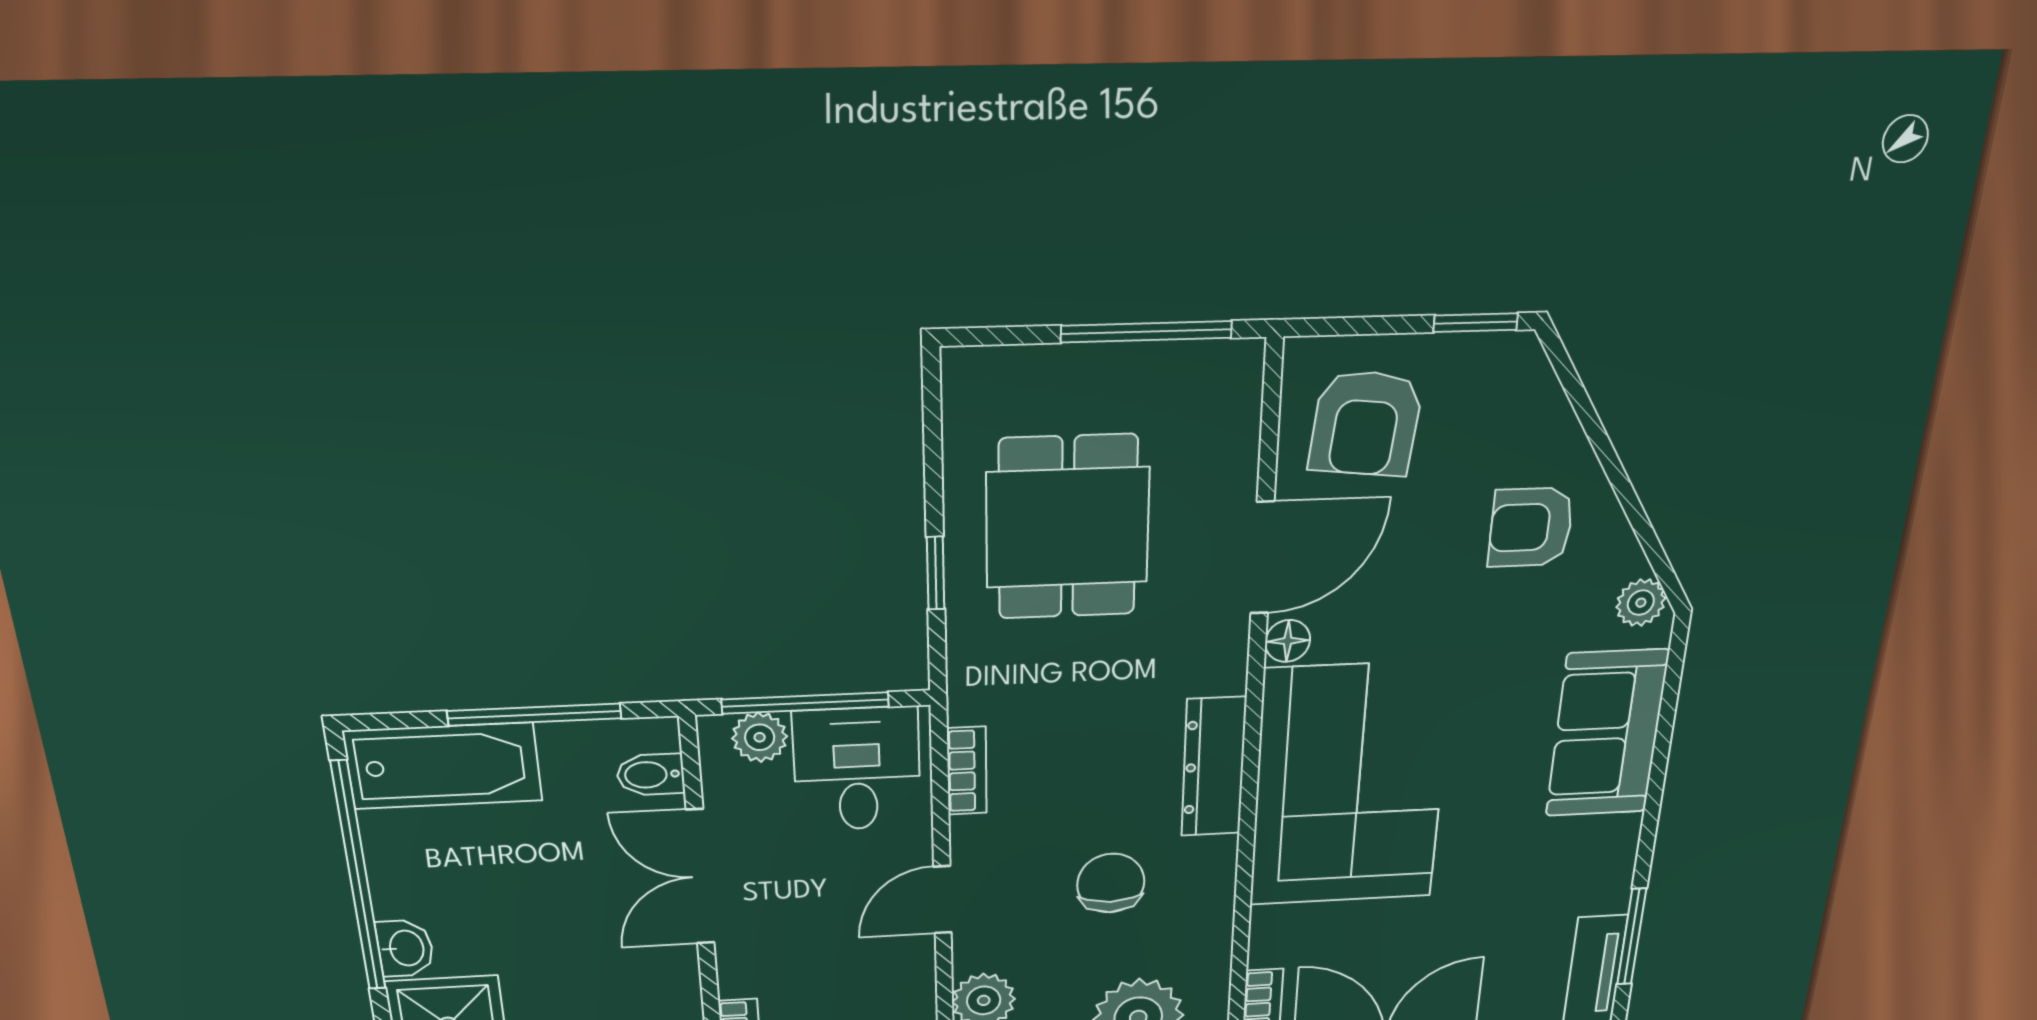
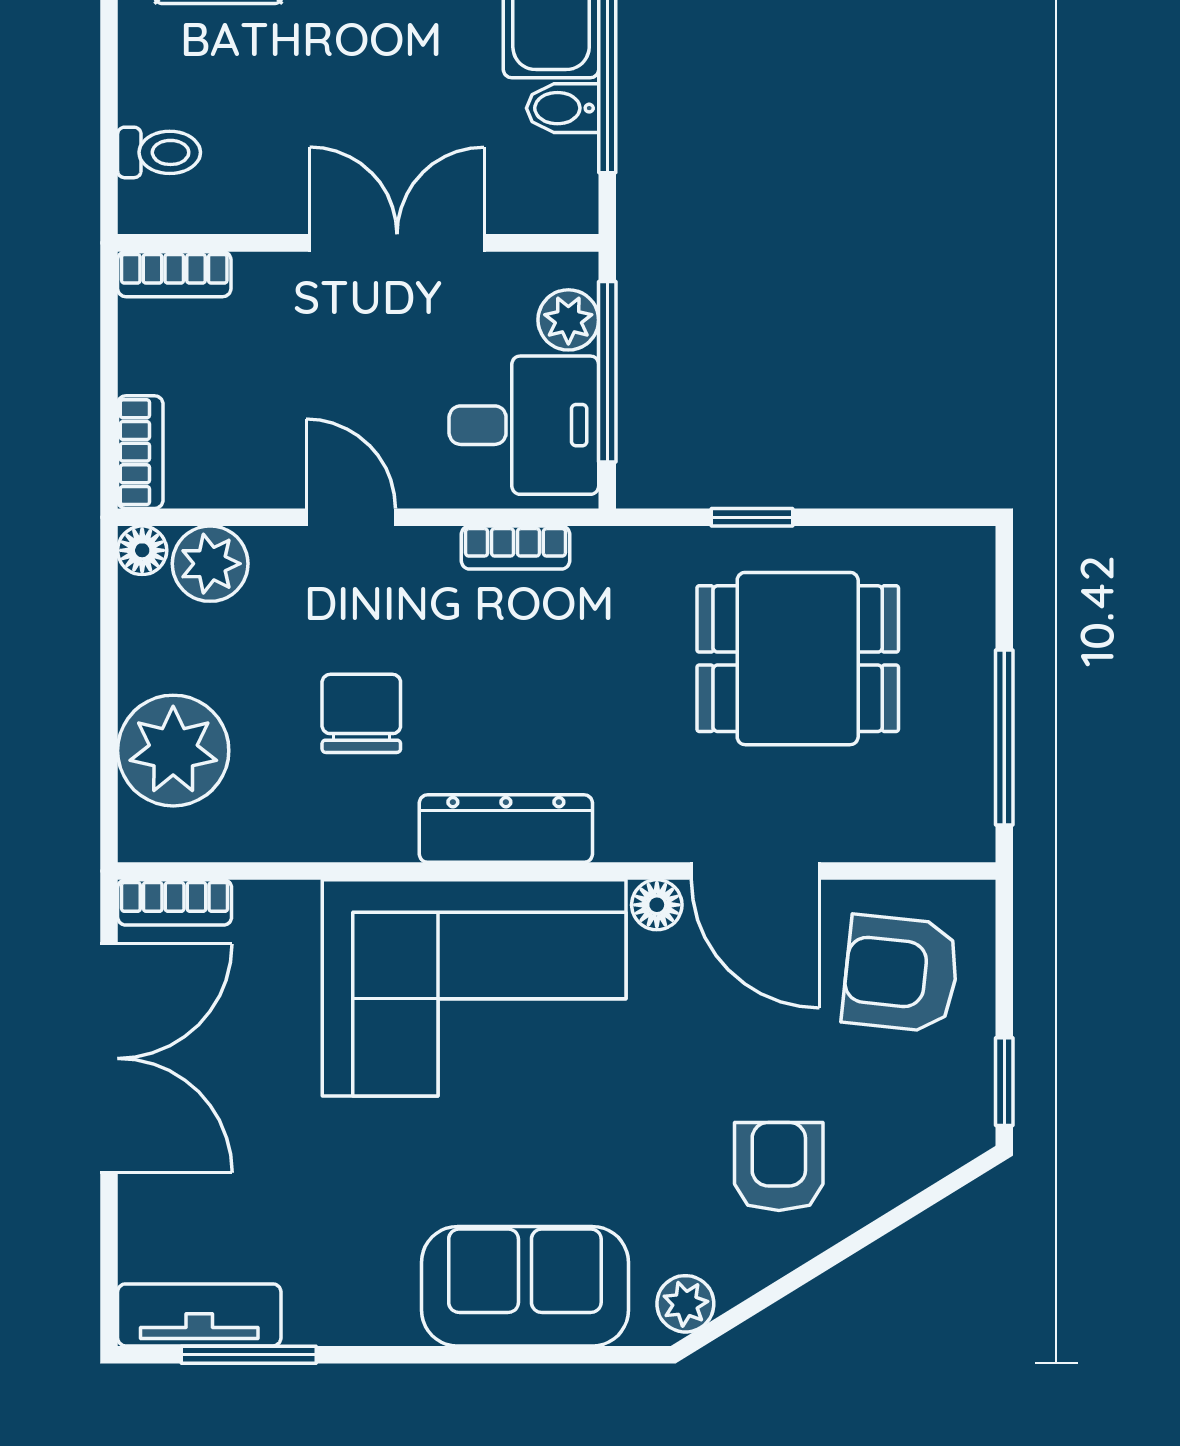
bidet: (651, 775) -> (562, 108), moved, turned -90
chair: (1111, 883) -> (361, 713), turned -90

